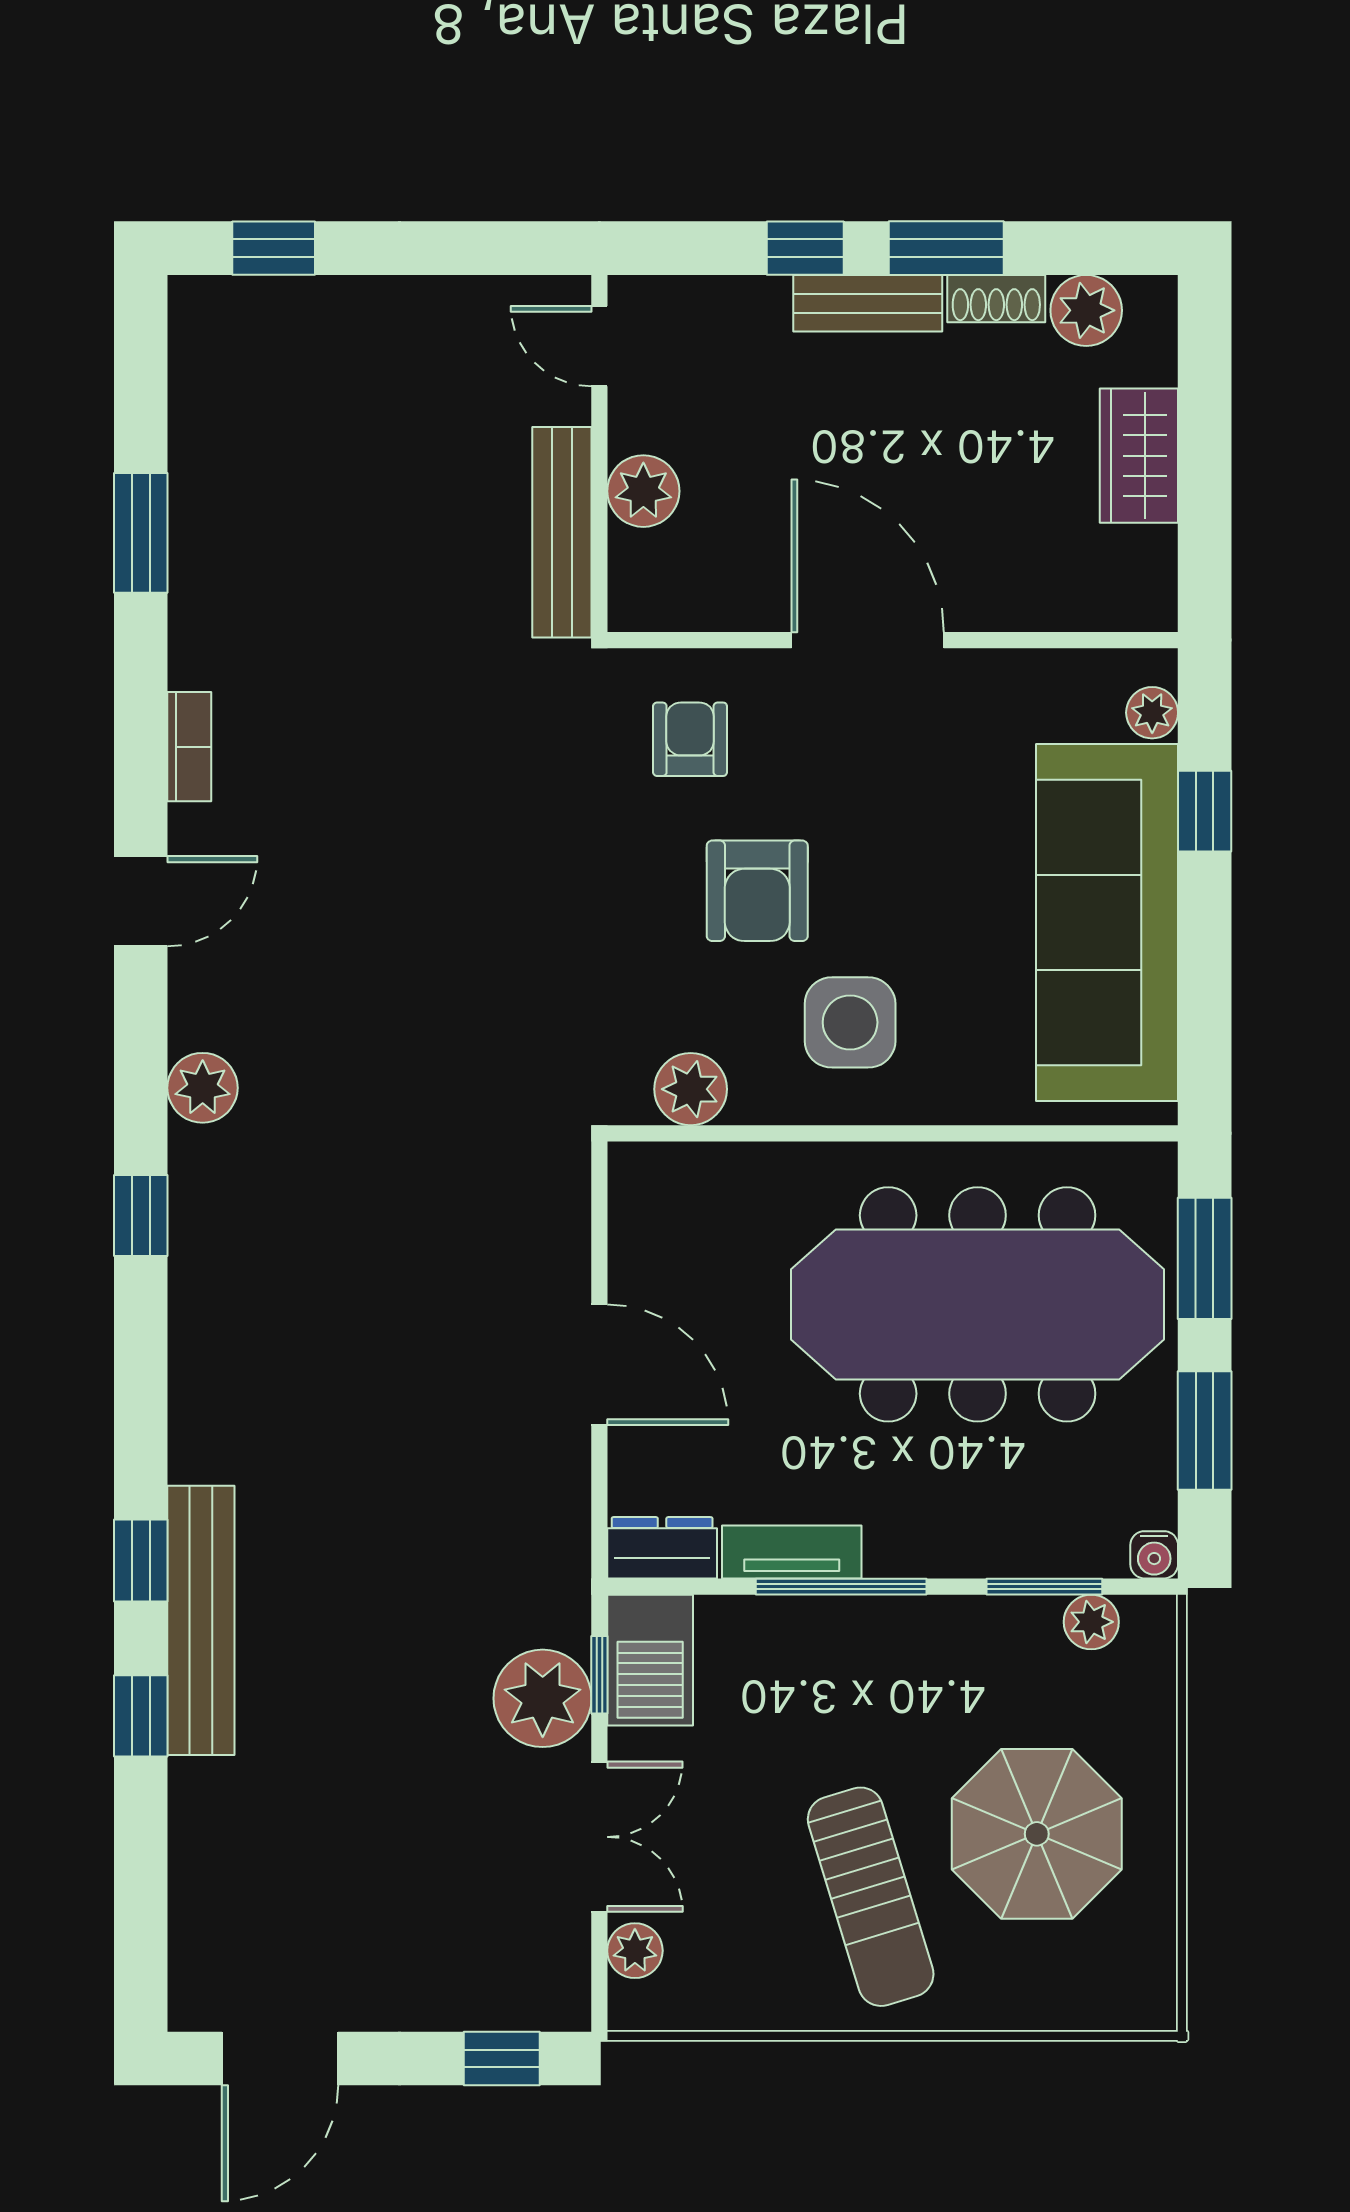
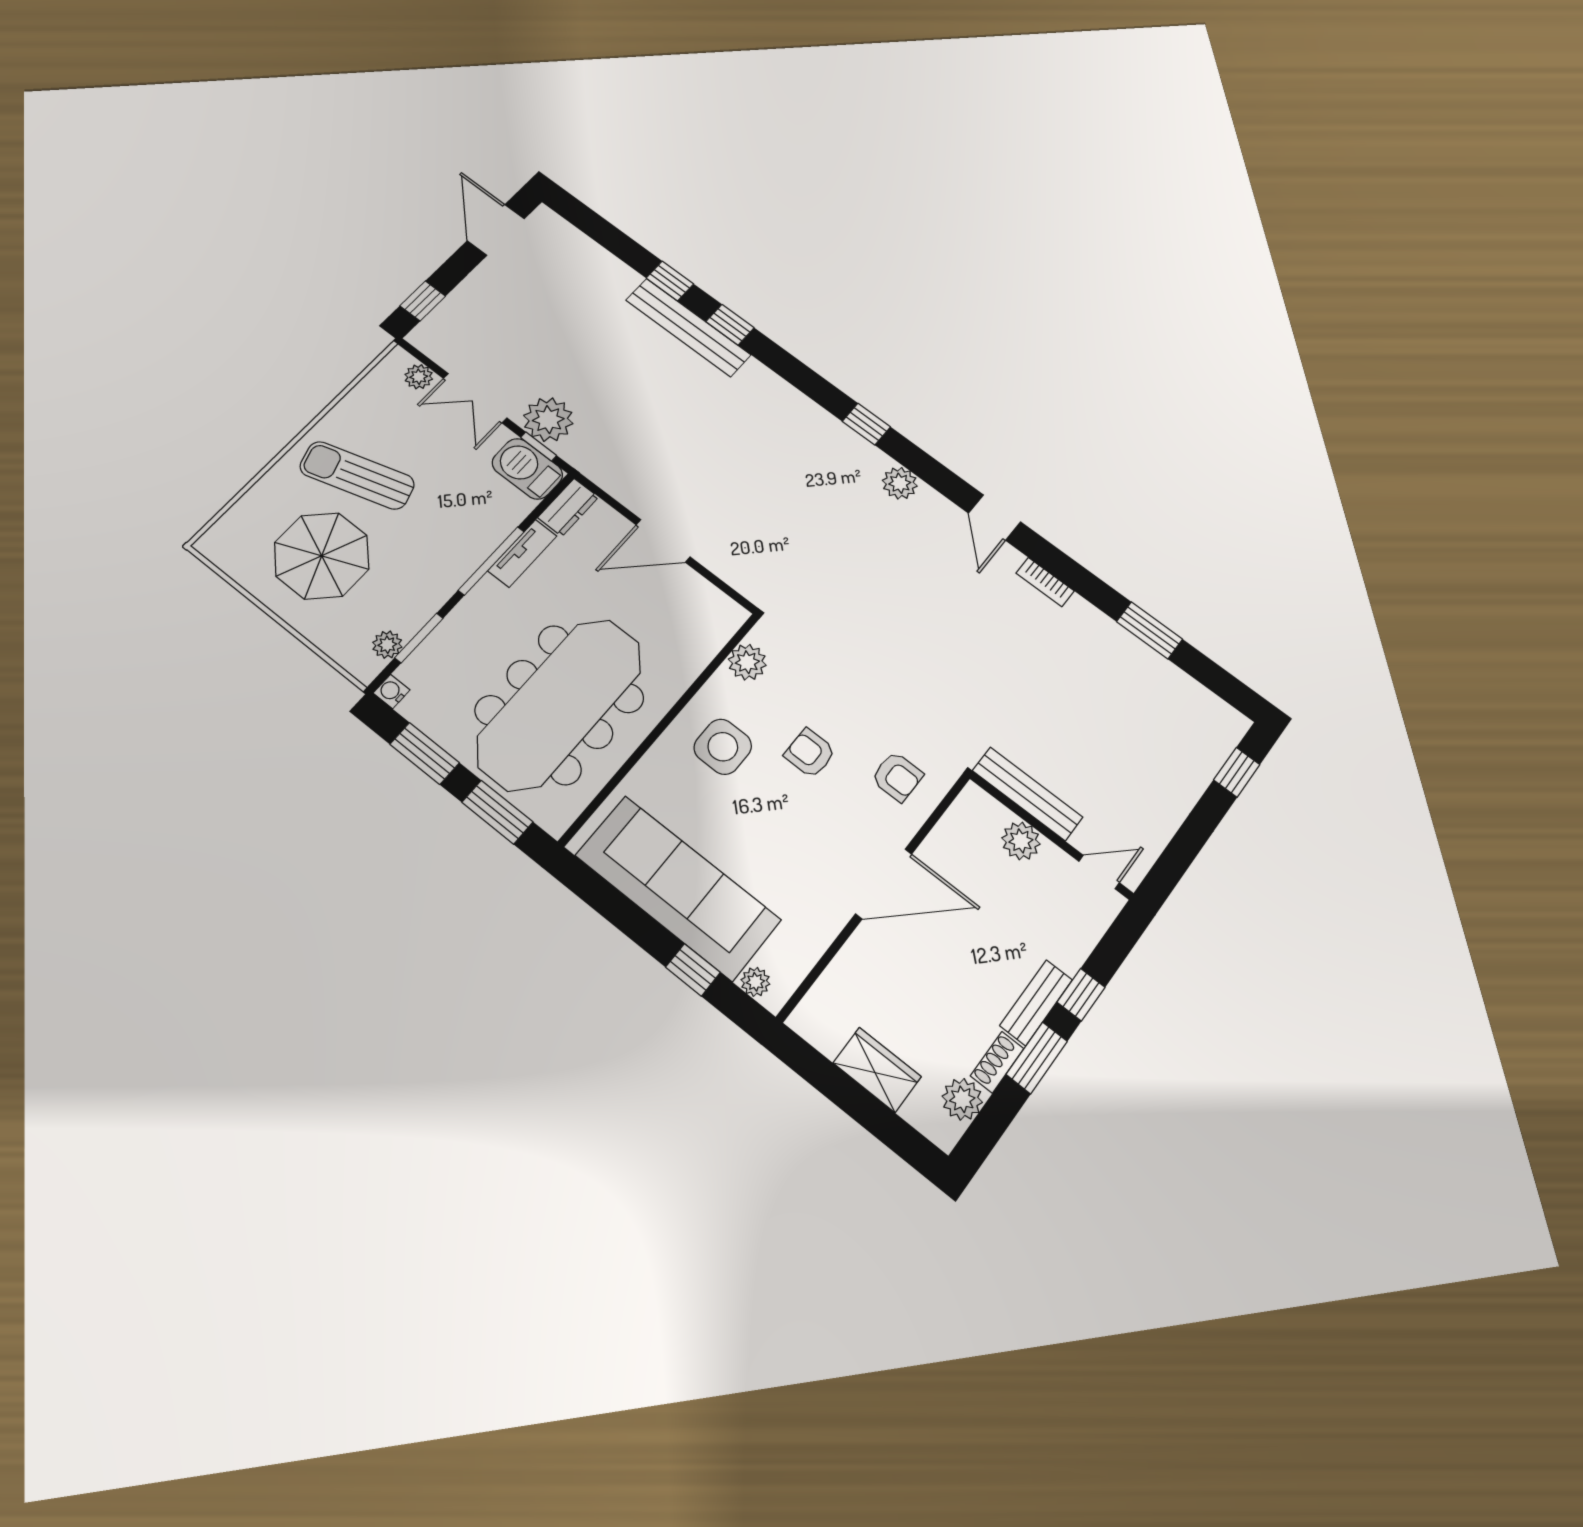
armchair: (757, 891) -> (810, 753), width x0.72, depth x0.72

